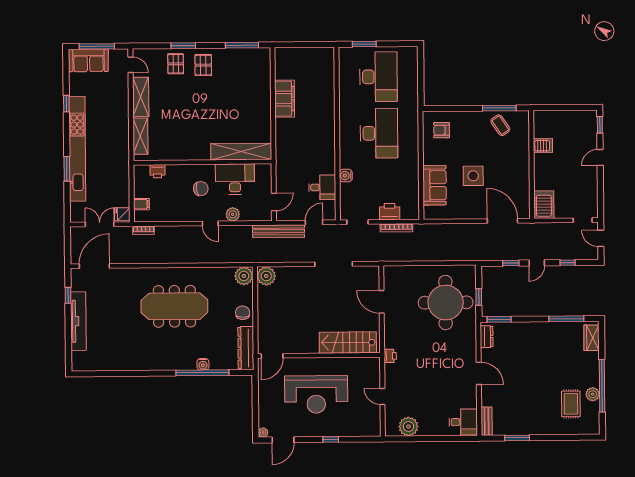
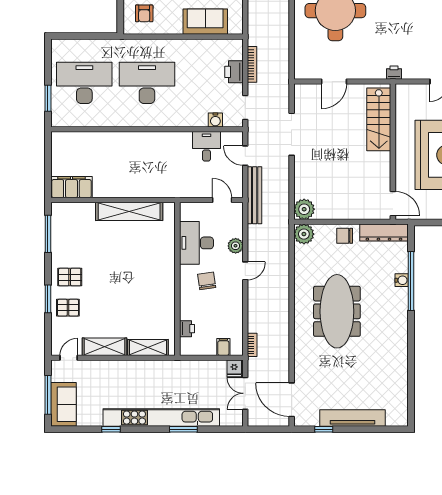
filing cabinet: (285, 99) -> (71, 187), moved
shelving: (241, 152) -> (129, 211), moved, turned 90
water cooler: (346, 176) -> (215, 120), moved

